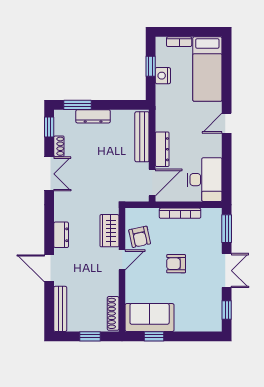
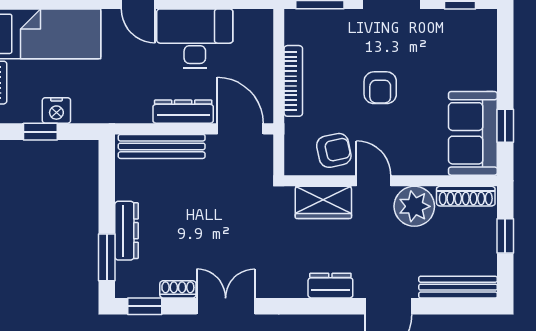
desk: (205, 180) -> (195, 39), moved
plant: (107, 284) -> (414, 206), added

